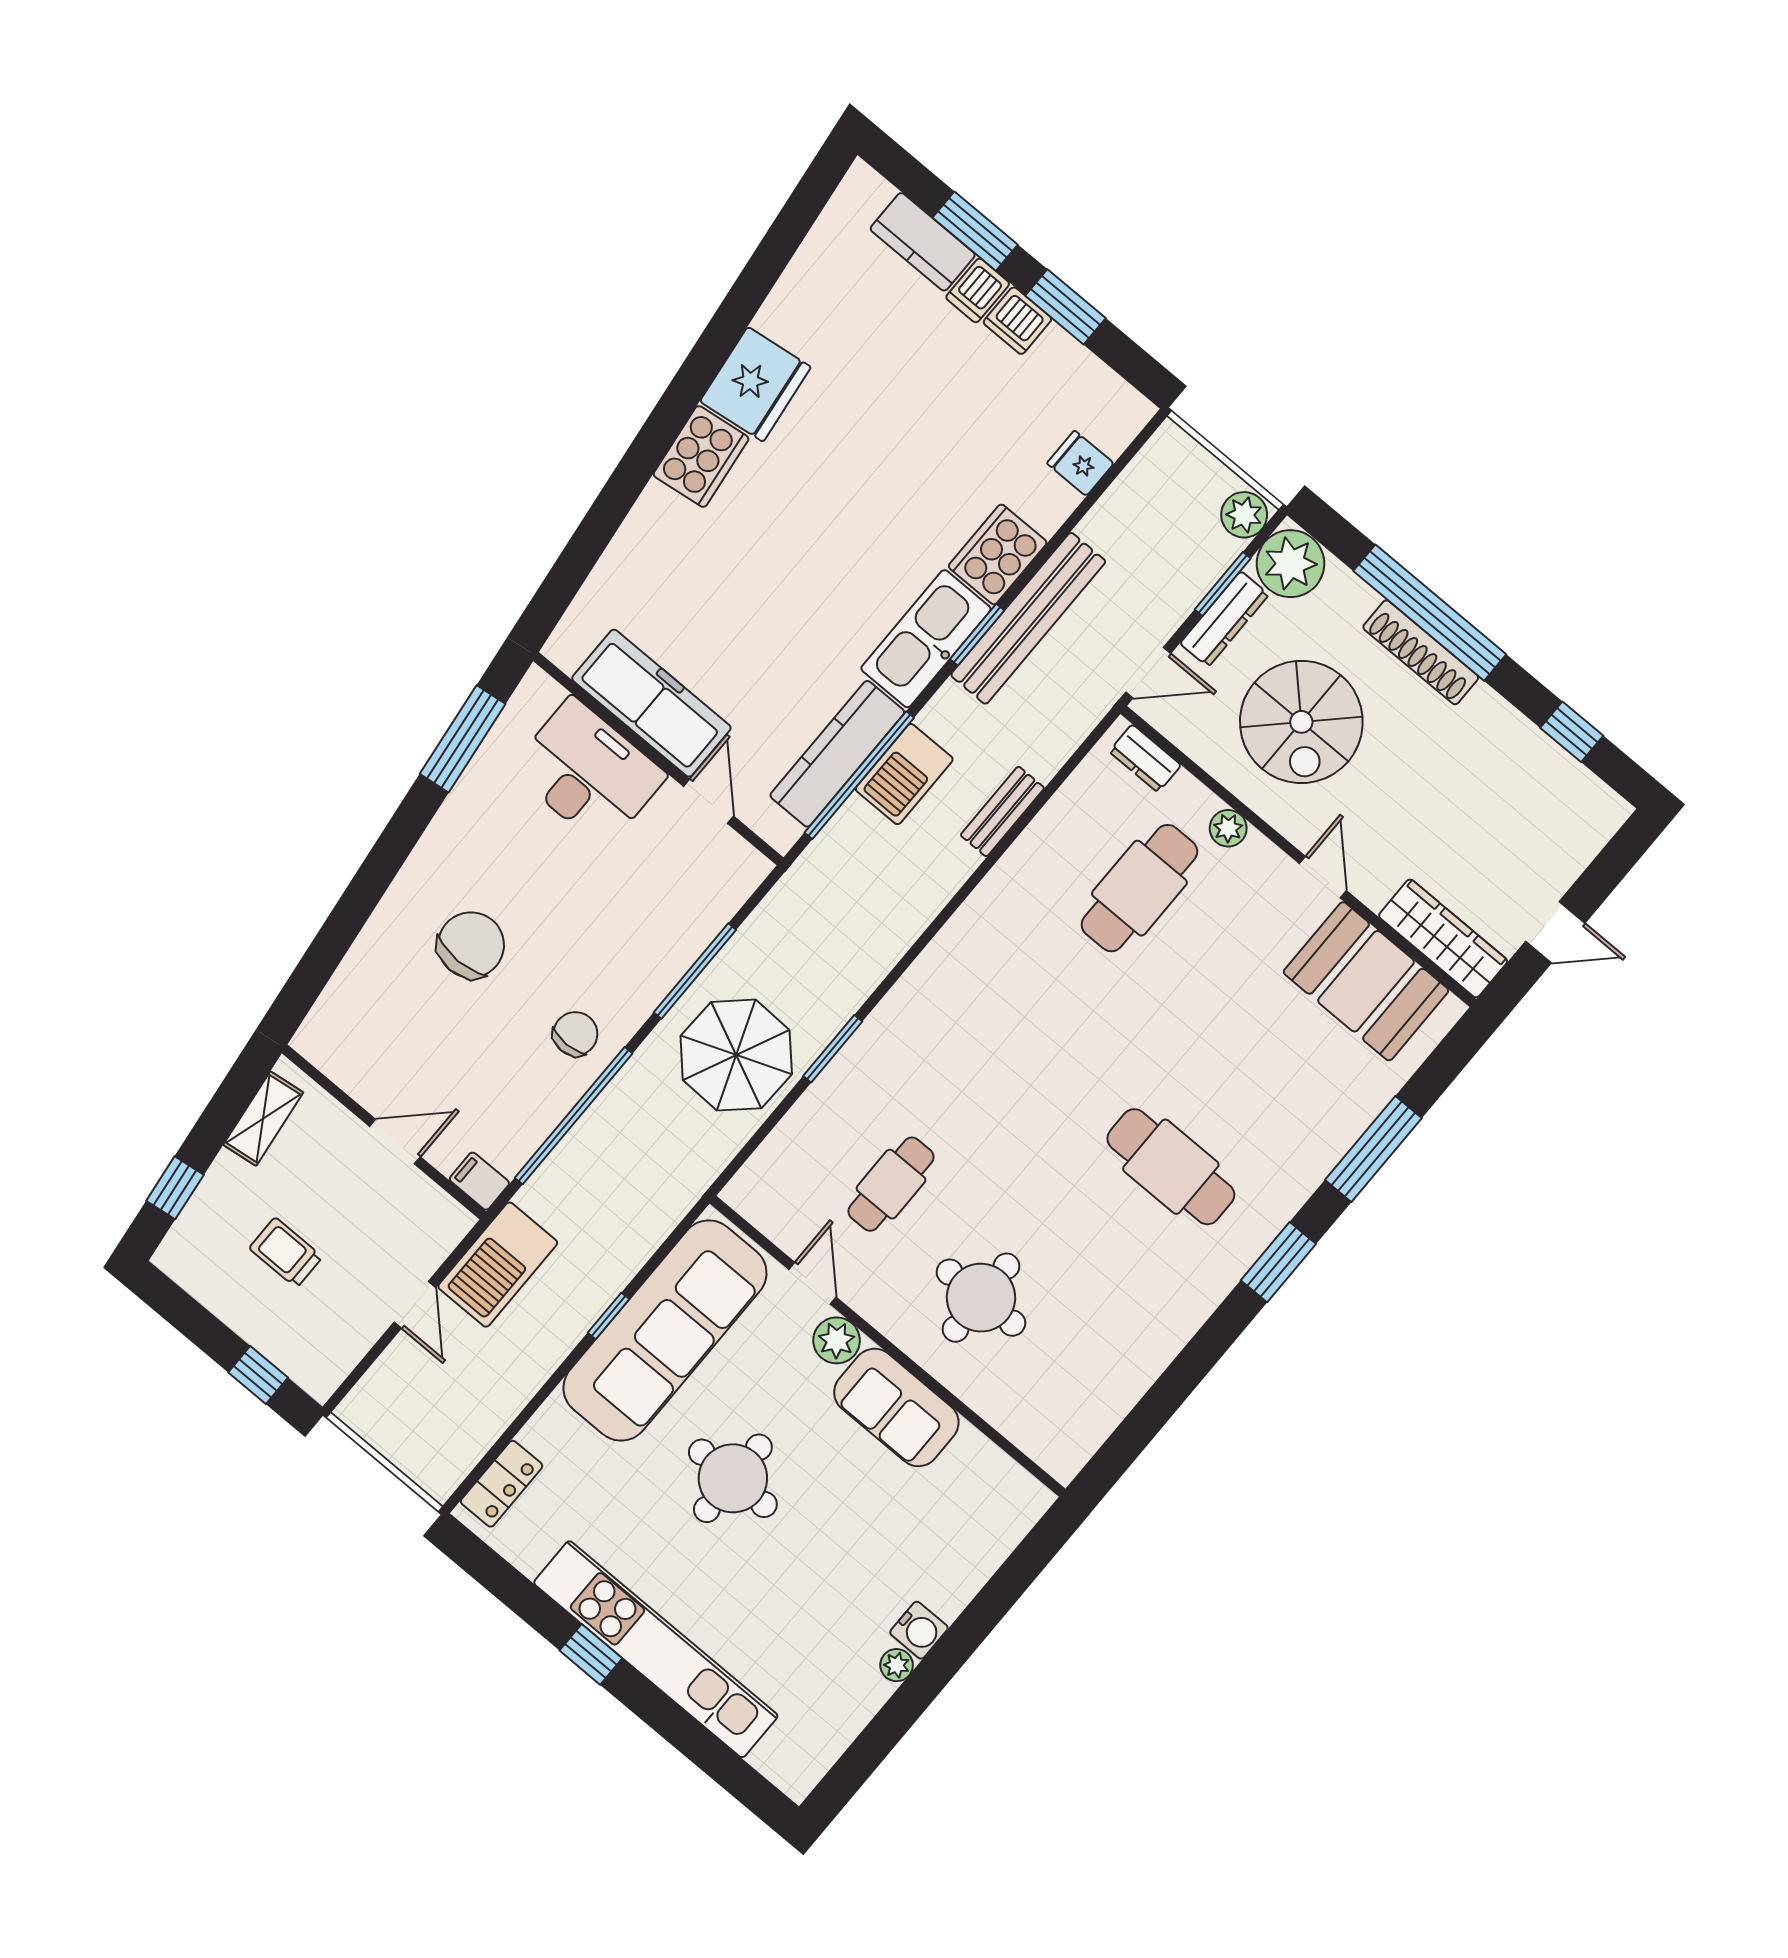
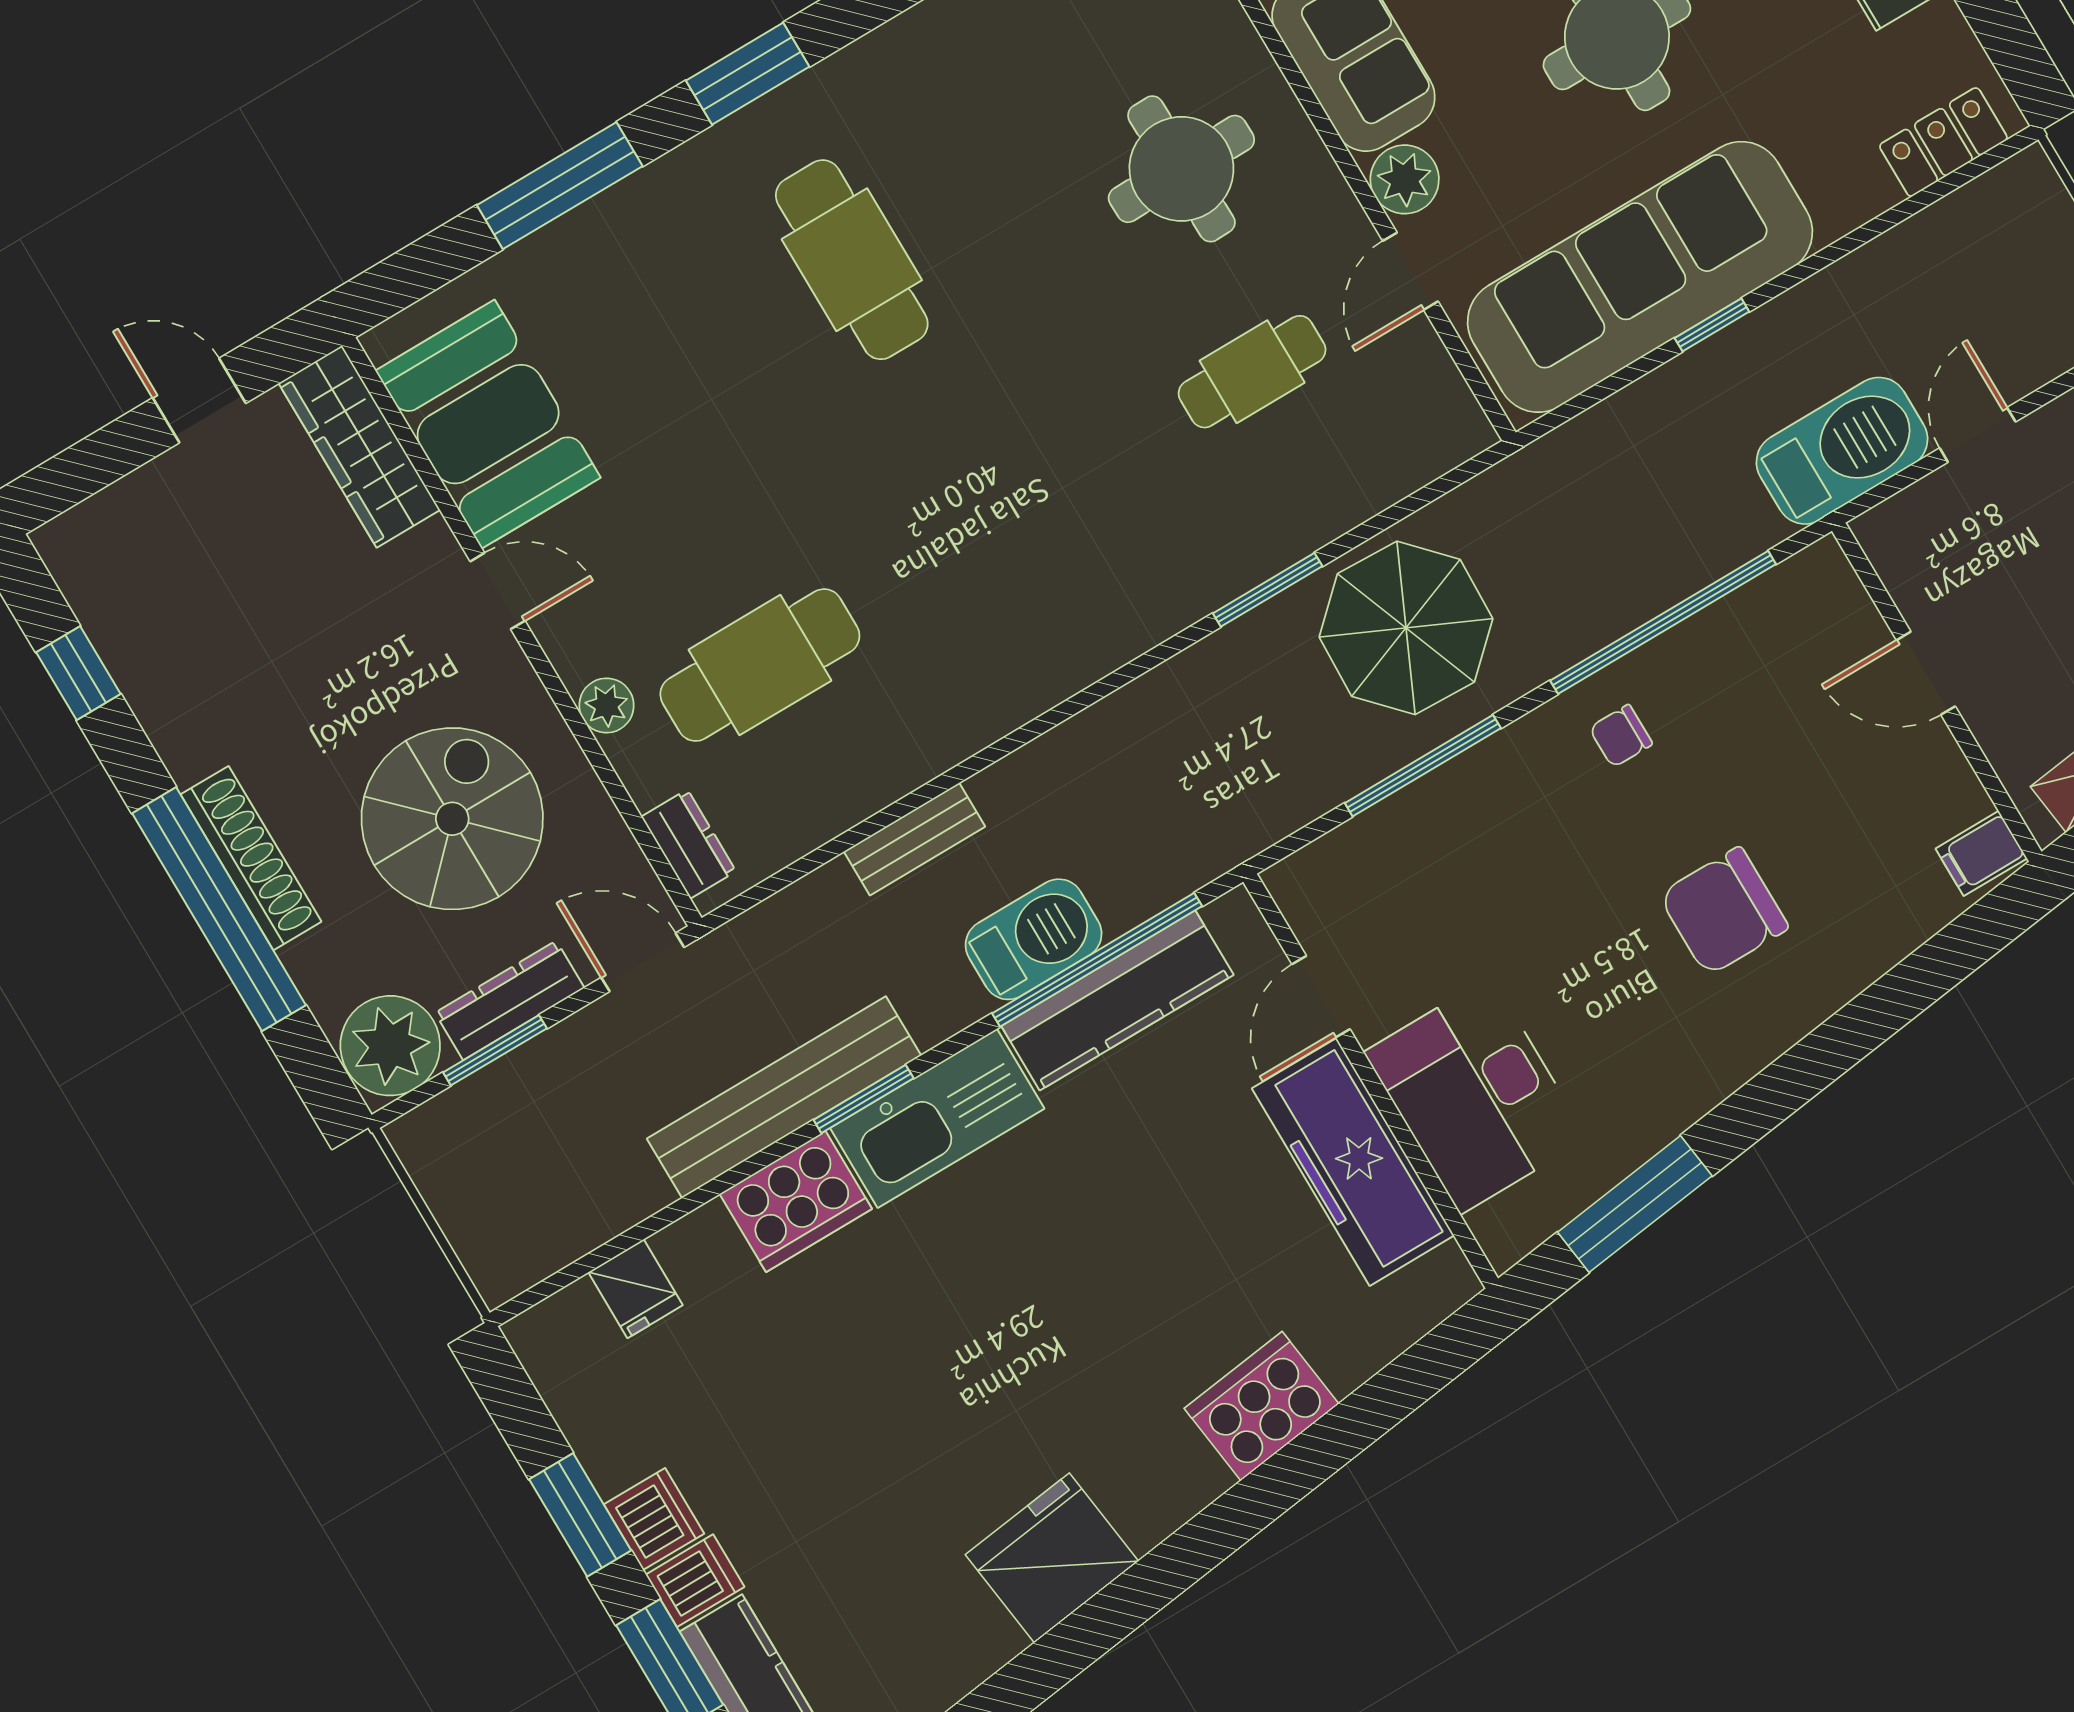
cooker: (701, 456) -> (1261, 1406), moved
plant: (1244, 515) -> (431, 1137), removed
door: (1323, 877) -> (498, 591), swing flipped
chair: (575, 1034) -> (1621, 736), width x0.73, depth x0.73
filing cabinet: (479, 1181) -> (1981, 853), moved, turned 90

